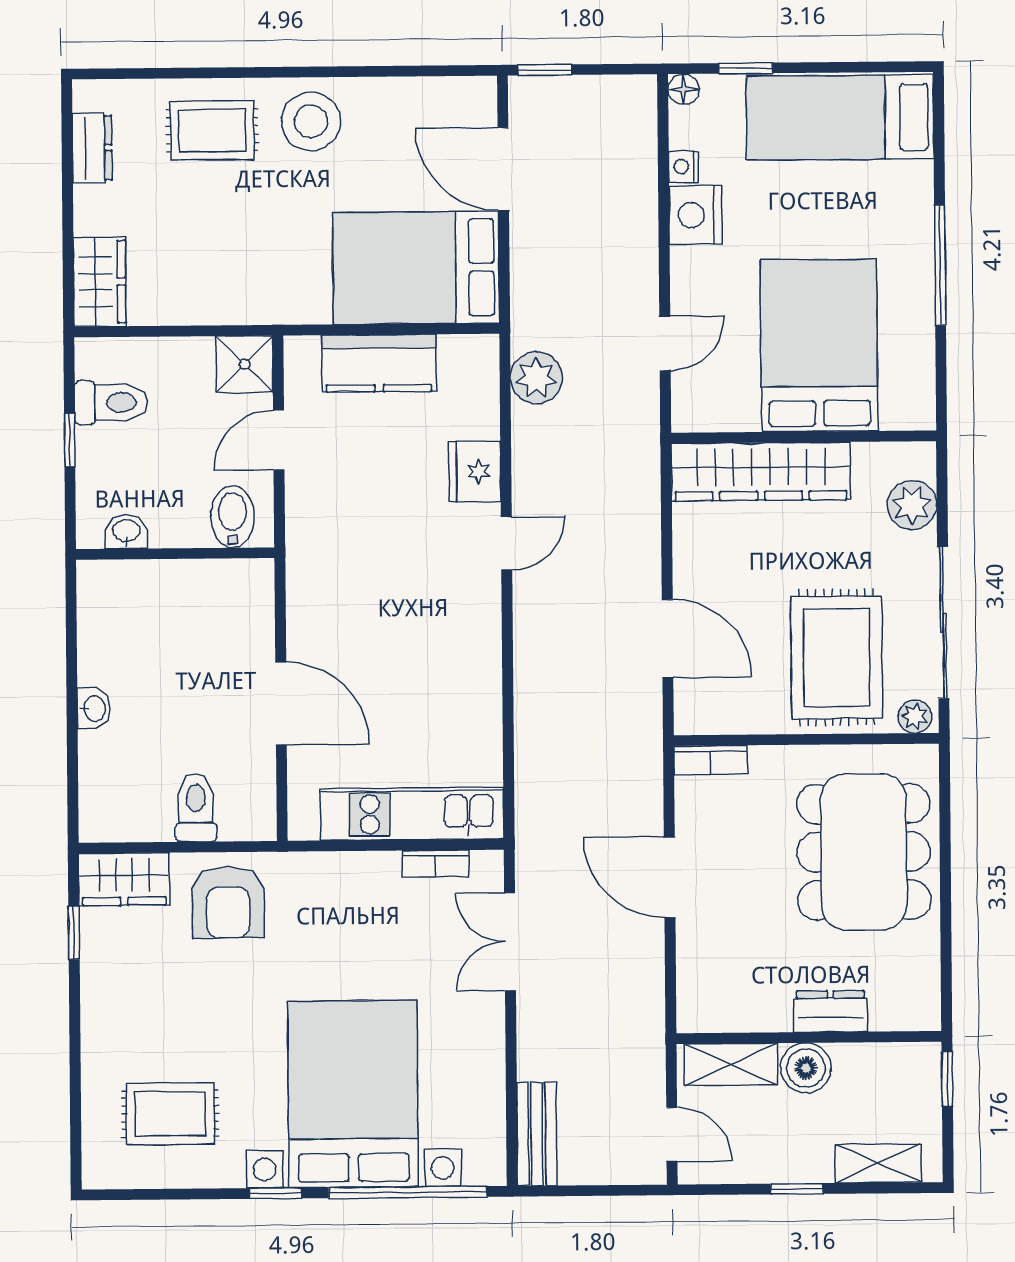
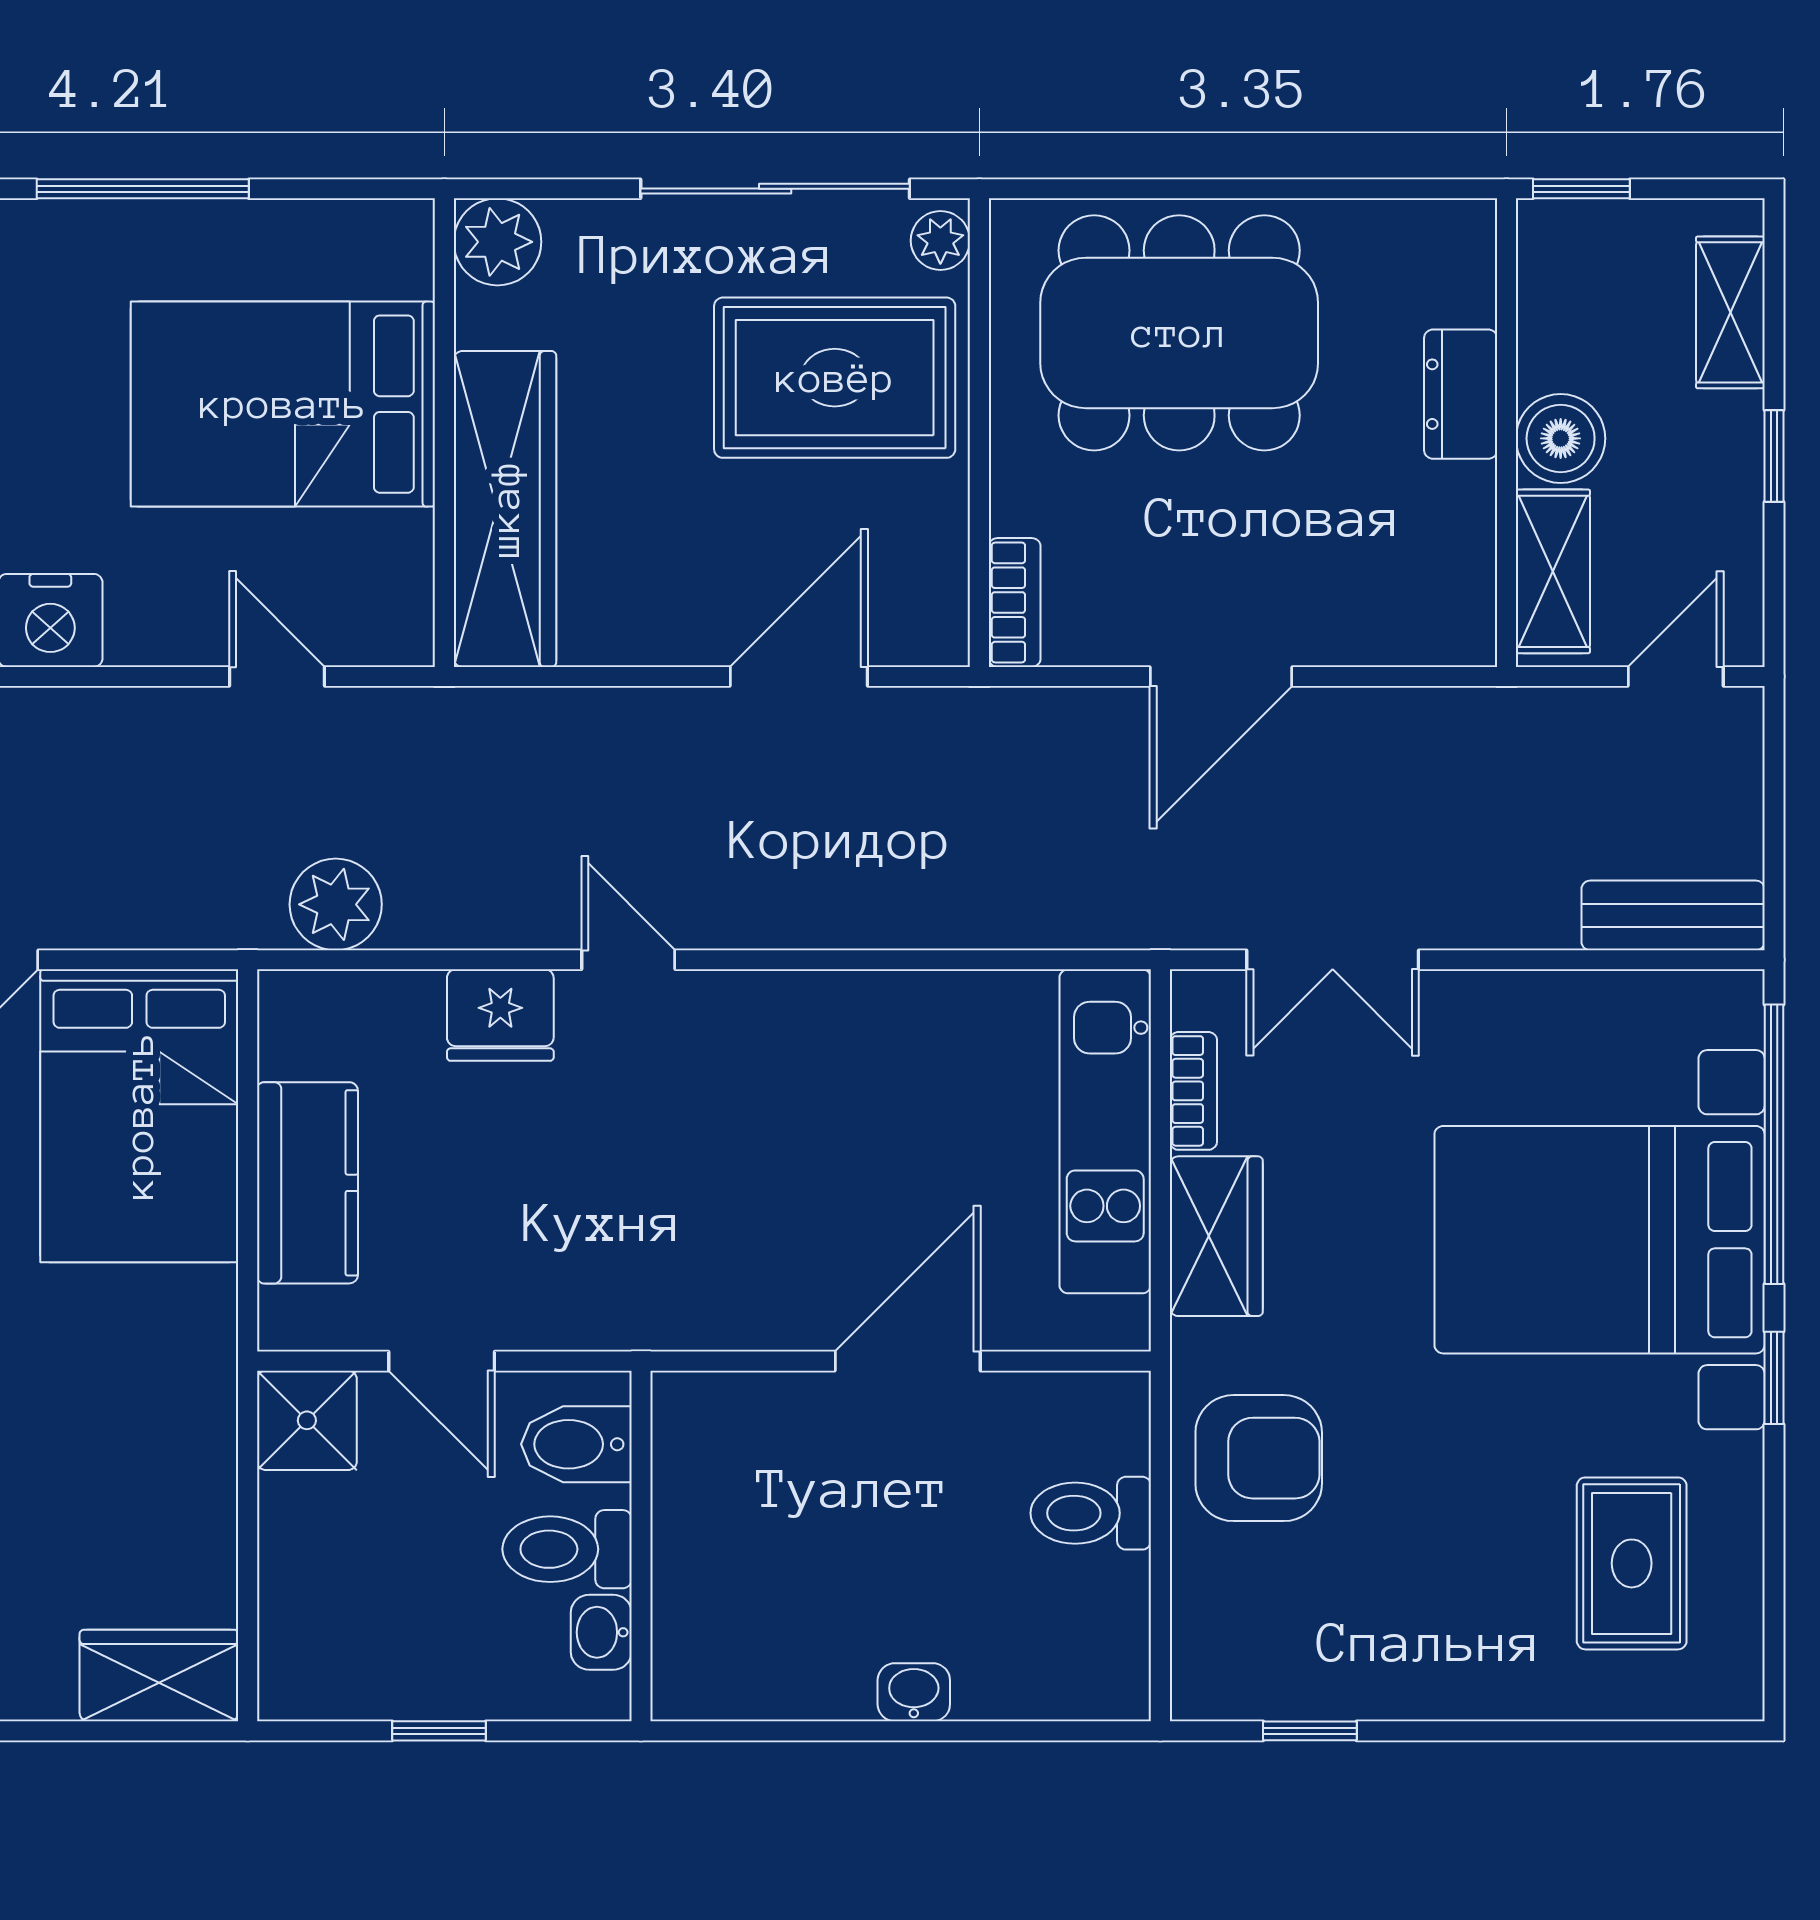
toilet: (111, 402) -> (567, 1549), moved, turned -90
plant: (912, 505) -> (497, 242), moved
wardrobe: (124, 879) -> (1216, 1236), moved

